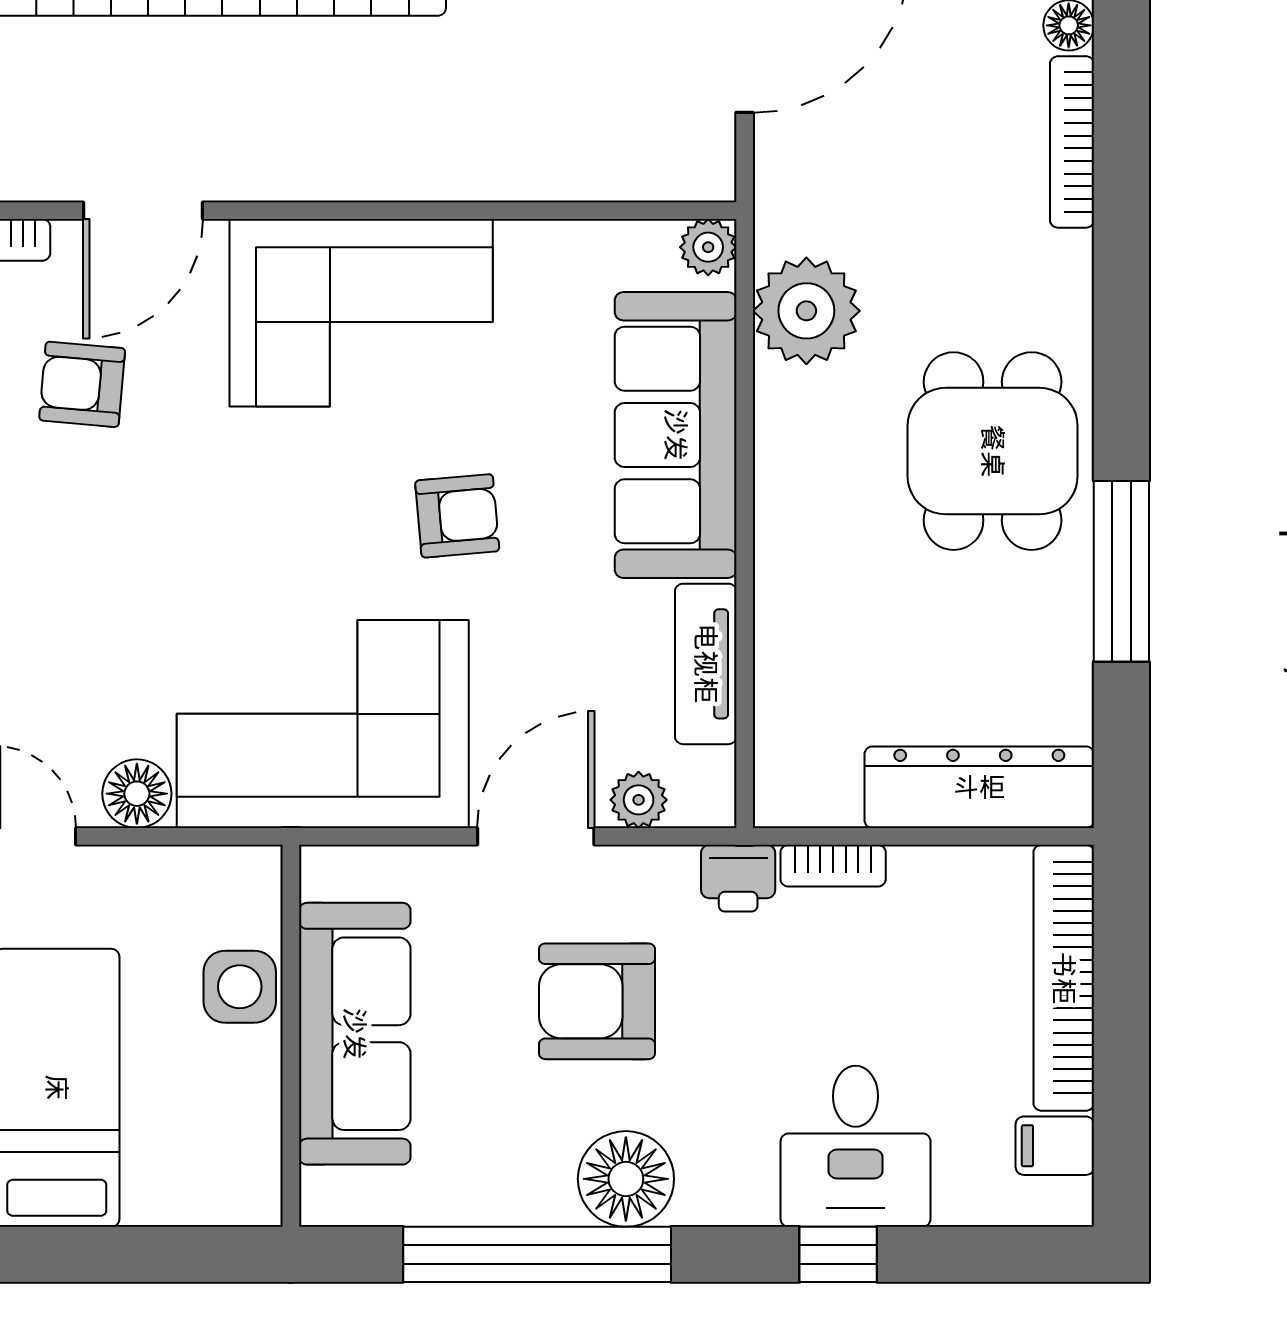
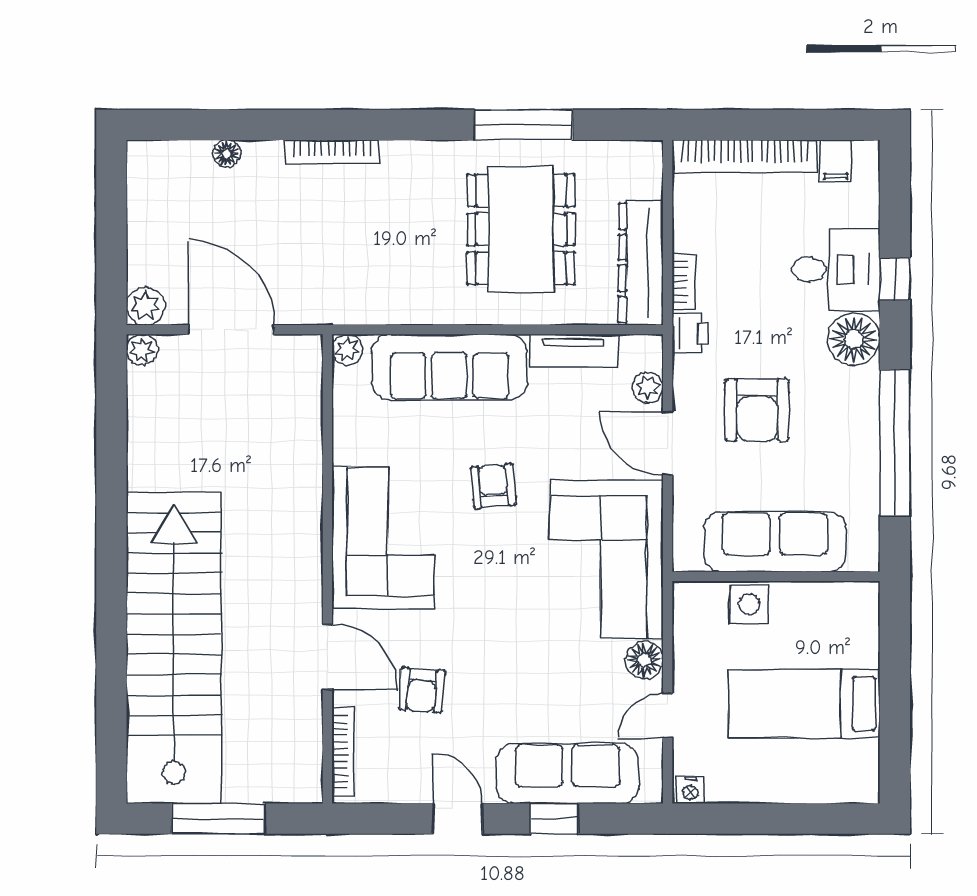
bookcase: (1072, 142) -> (332, 152), moved
plant: (806, 311) -> (382, 296), removed
dining table: (993, 451) -> (521, 229), moved, width x1.38
dresser: (979, 787) -> (641, 263), moved
floor lamp: (626, 1179) -> (854, 339), moved

